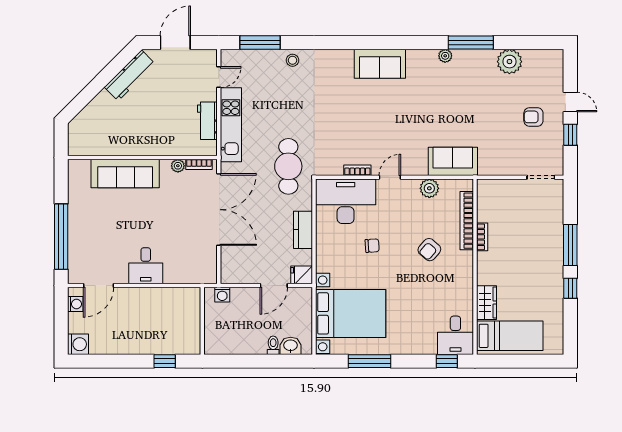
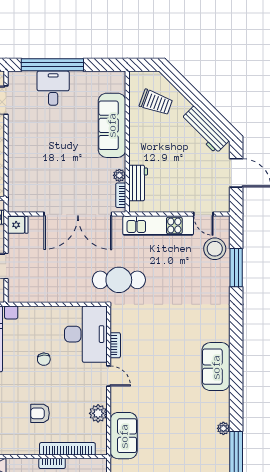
window: (260, 42) -> (236, 268), moved
stool: (292, 60) -> (215, 249), moved, width x1.89, depth x1.89
workbench: (207, 121) -> (138, 183), moved, turned 90
trolley: (101, 127) -> (156, 102), added
kitchen counter: (303, 230) -> (59, 294), removed
armchair: (429, 250) -> (40, 413), turned -41
desk: (146, 266) -> (53, 88), moved, turned 90
fridge: (302, 275) -> (18, 225), moved, turned 90

